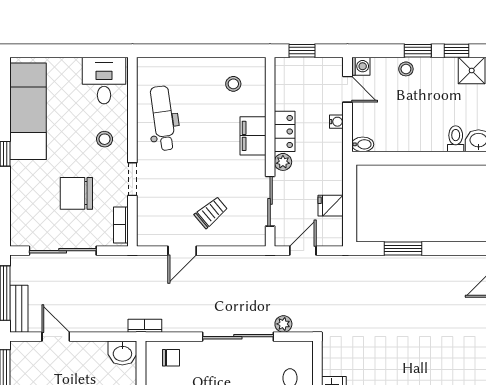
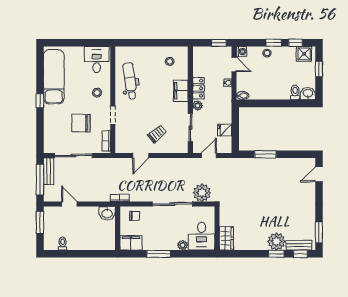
window: (302, 51) -> (219, 43), moved
bench: (19, 309) -> (49, 171), moved
plant: (283, 324) -> (202, 193), width x1.87, depth x1.87

